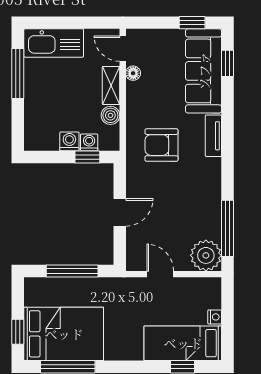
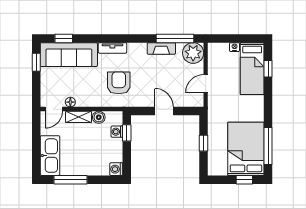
washing machine: (69, 141) -> (116, 169), moved
armchair: (161, 145) -> (119, 83), turned 180
fireplace: (213, 208) -> (161, 48), added
window: (72, 271) -> (204, 143), width x0.46

